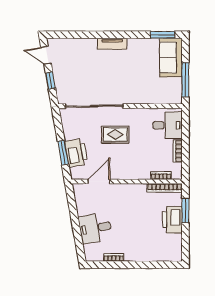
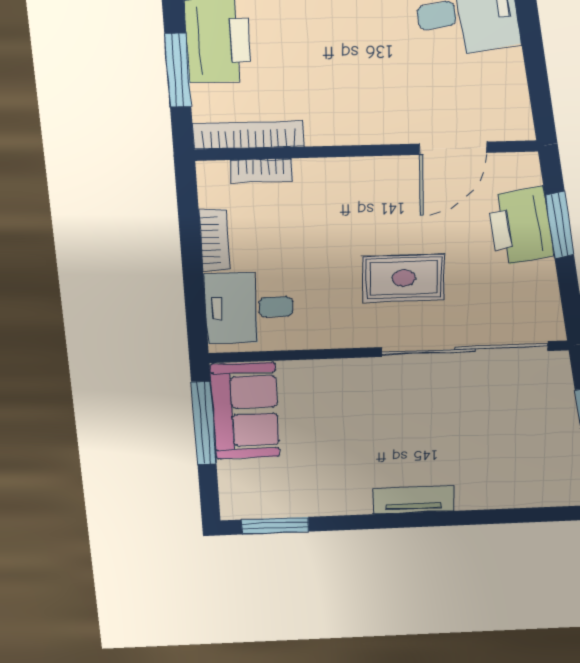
sofa: (171, 58) -> (245, 411), moved

